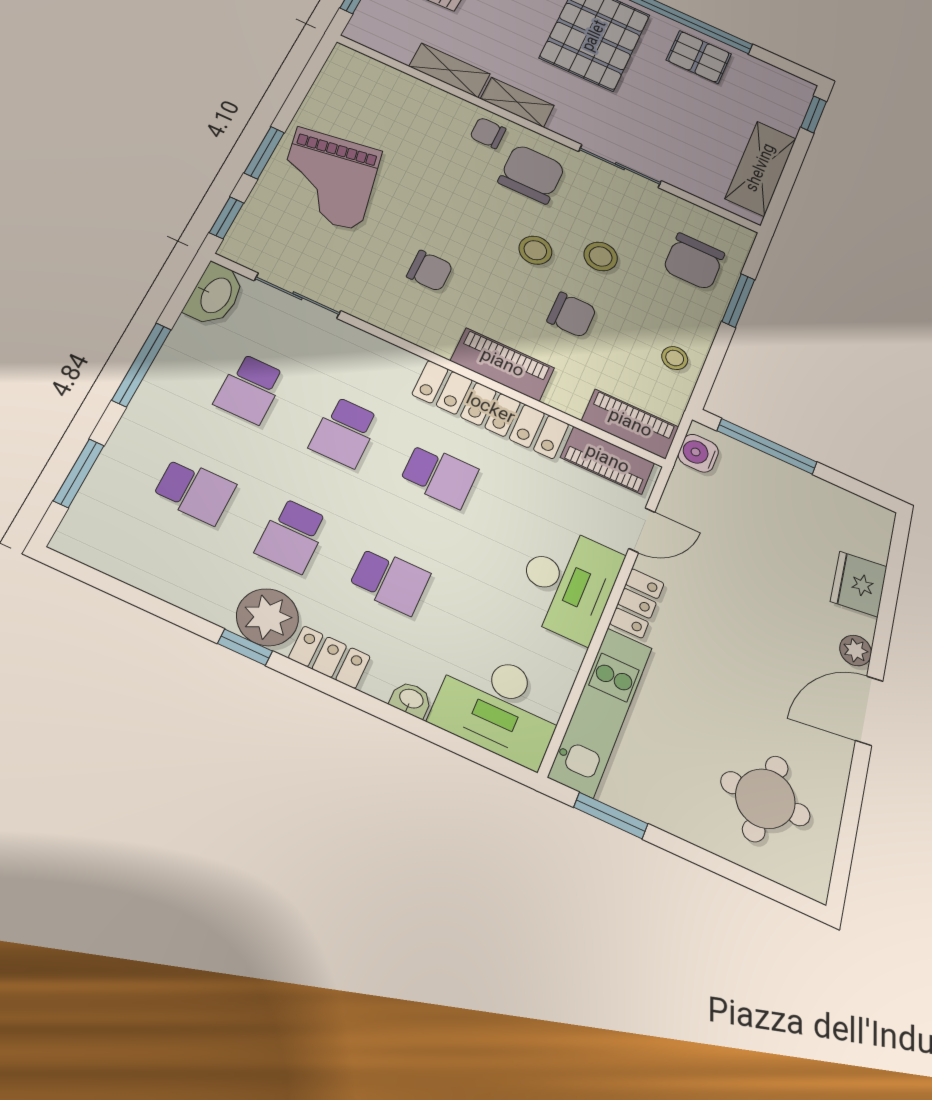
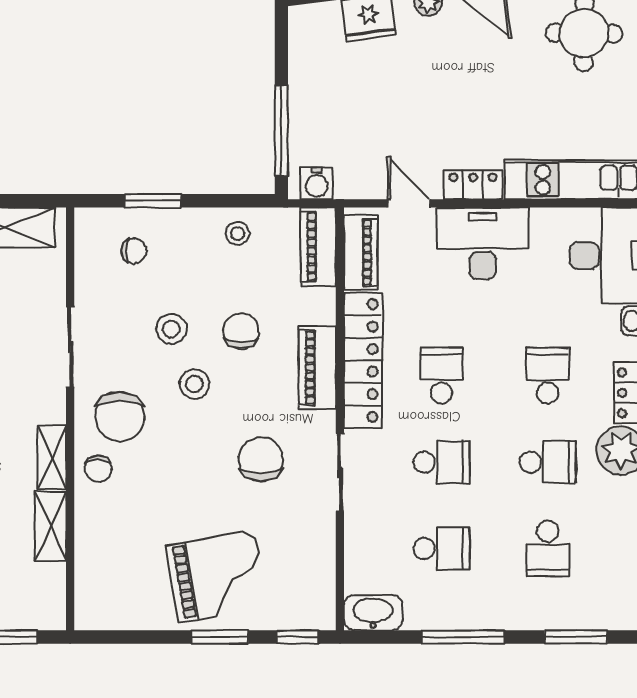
chair: (532, 174) -> (120, 417), turned -90
chair: (694, 262) -> (134, 251), width x0.54, depth x0.54
chair: (430, 271) -> (261, 459), width x1.37, depth x1.37
sliding door: (297, 296) -> (340, 472), moved
school desk: (195, 491) -> (548, 549), turned 180

